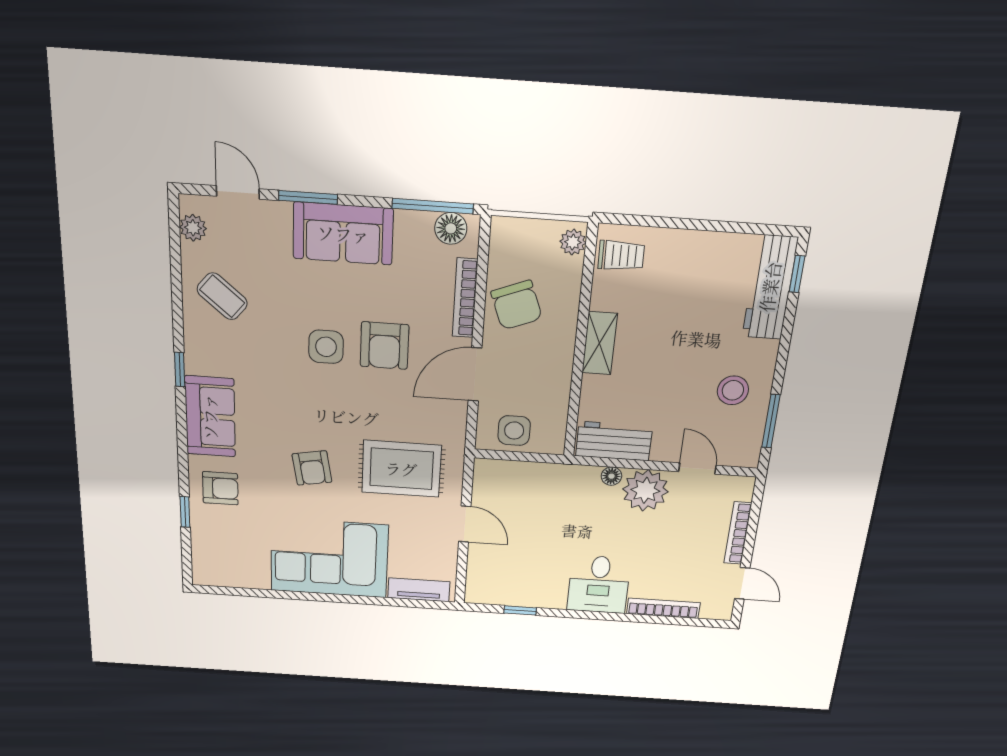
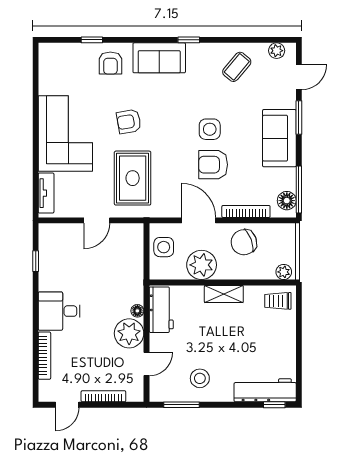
trolley: (621, 256) -> (278, 301), turned 91
plant: (548, 375) -> (202, 265), added

